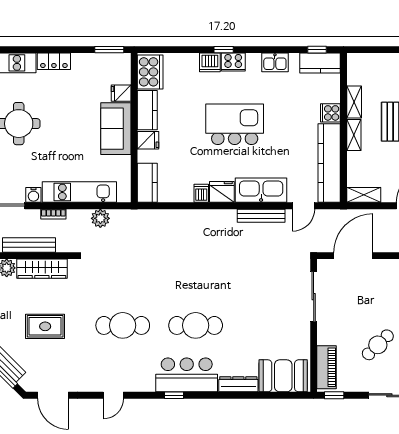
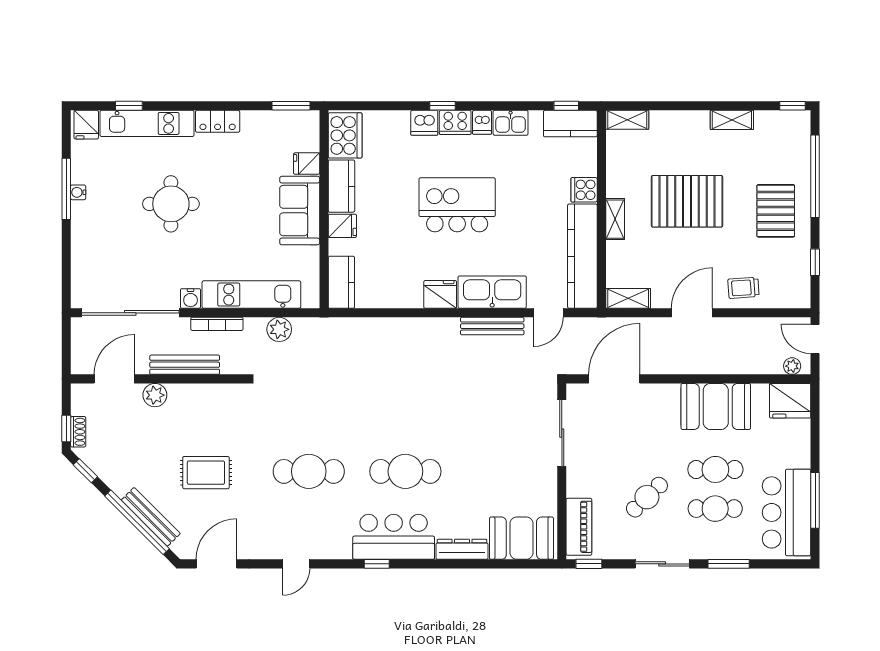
shelving: (354, 102) -> (627, 120), moved, turned 90
dishwasher: (201, 193) -> (482, 122), moved, turned 180
bookcase: (53, 214) -> (217, 324), width x1.56
wardrobe: (42, 269) -> (202, 396), removed
door: (53, 395) -> (216, 564), swing flipped

